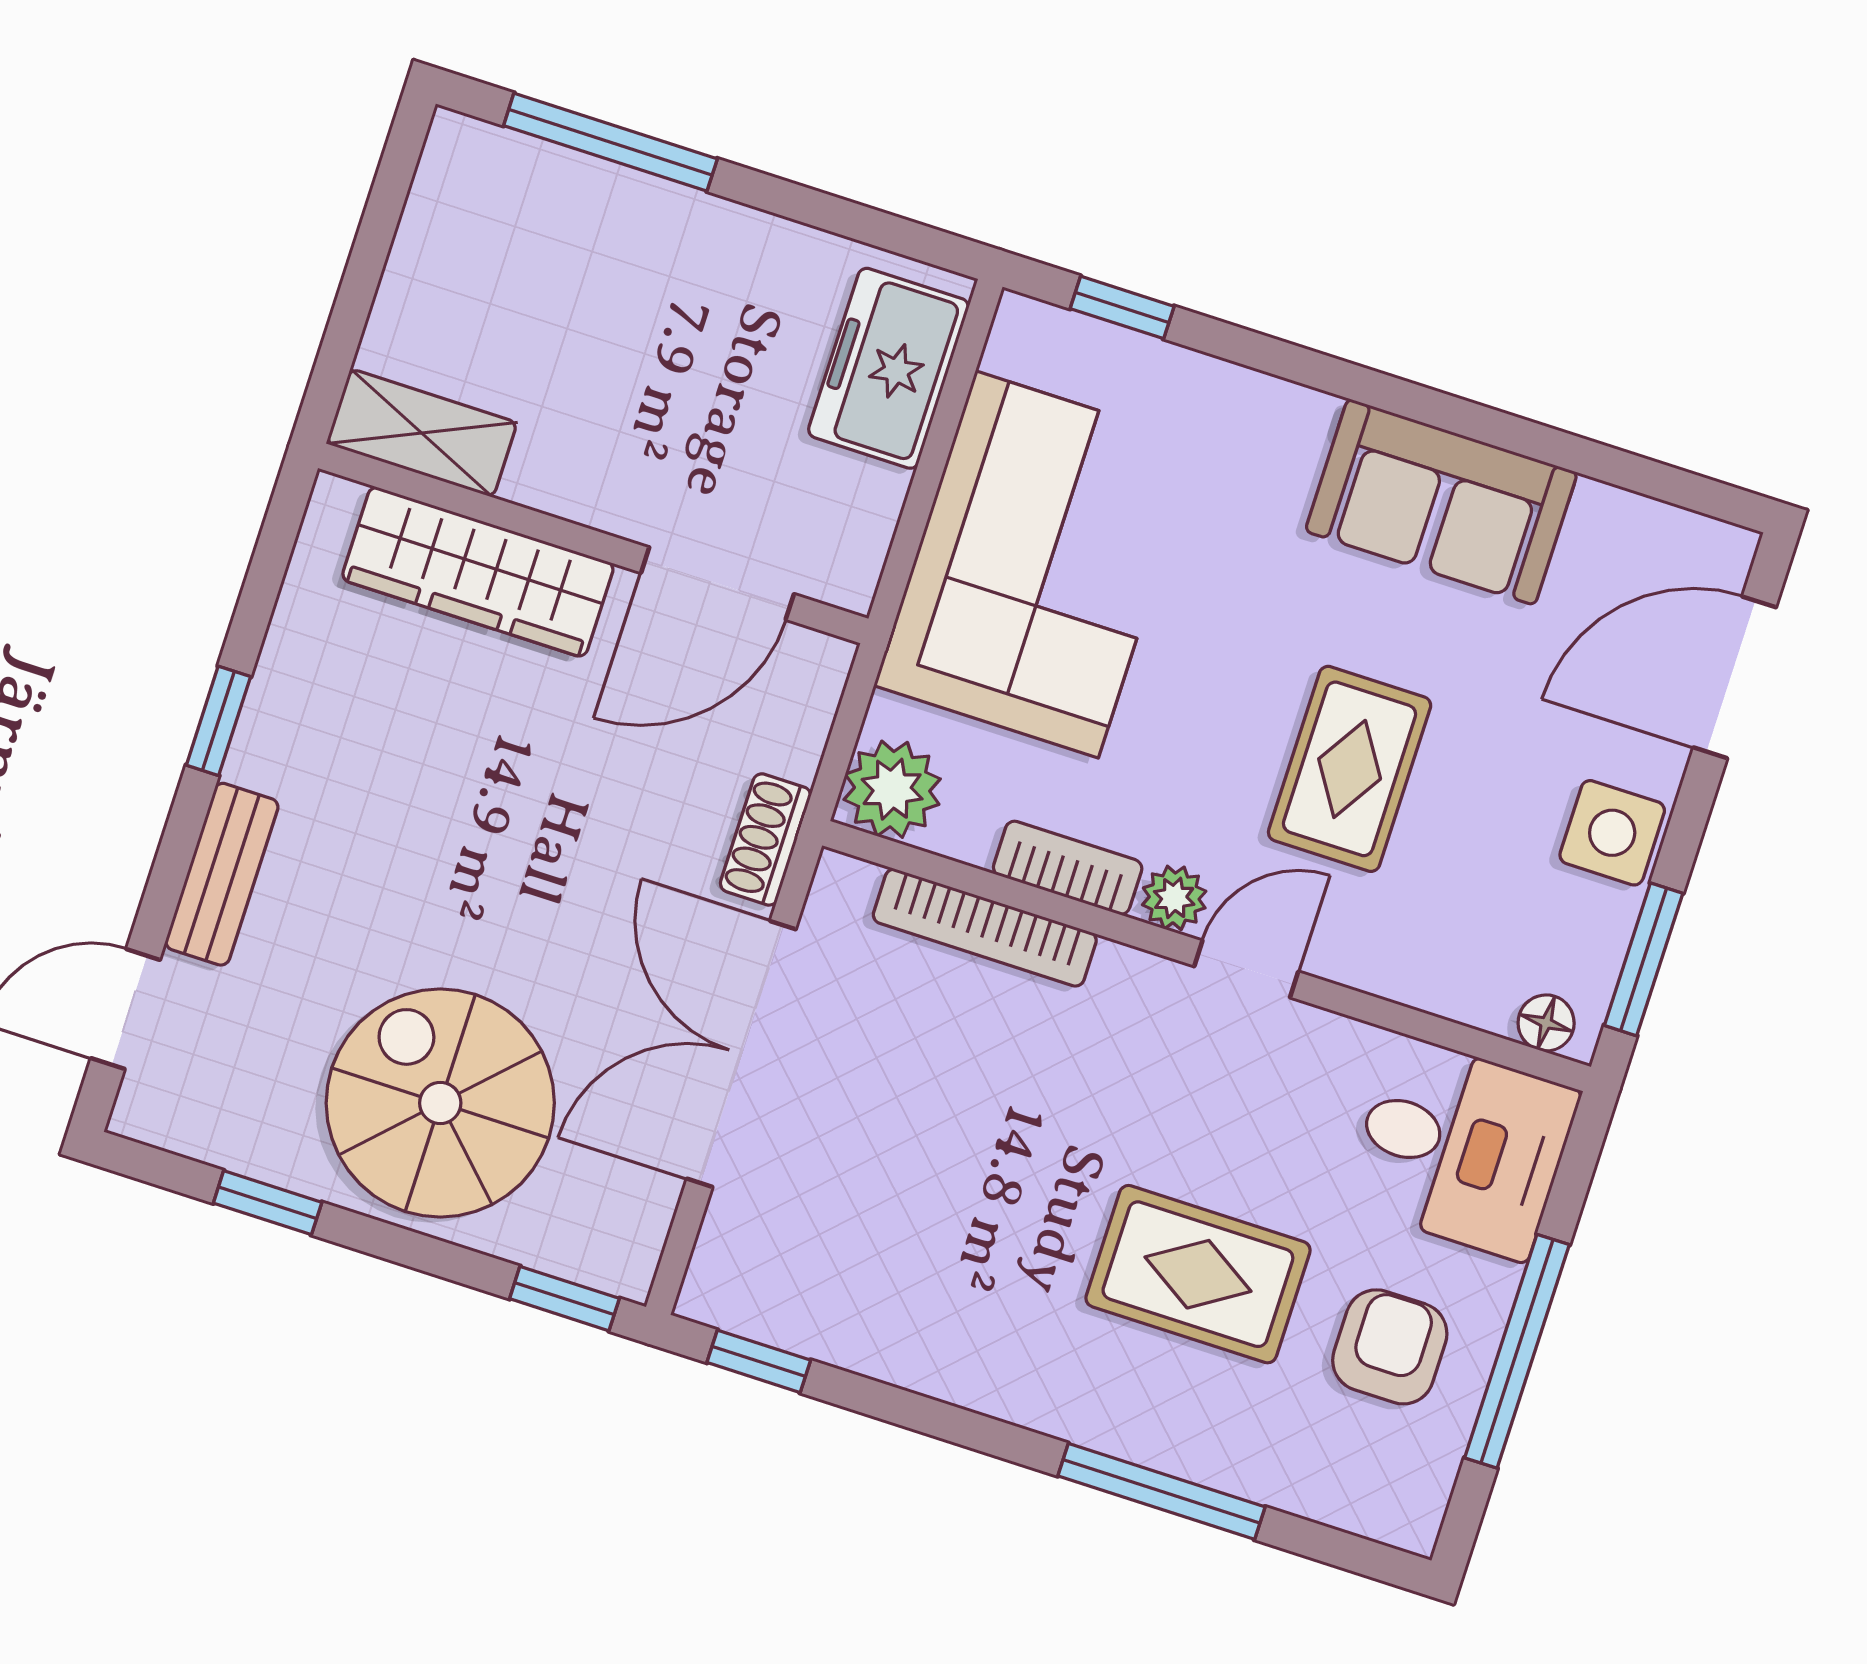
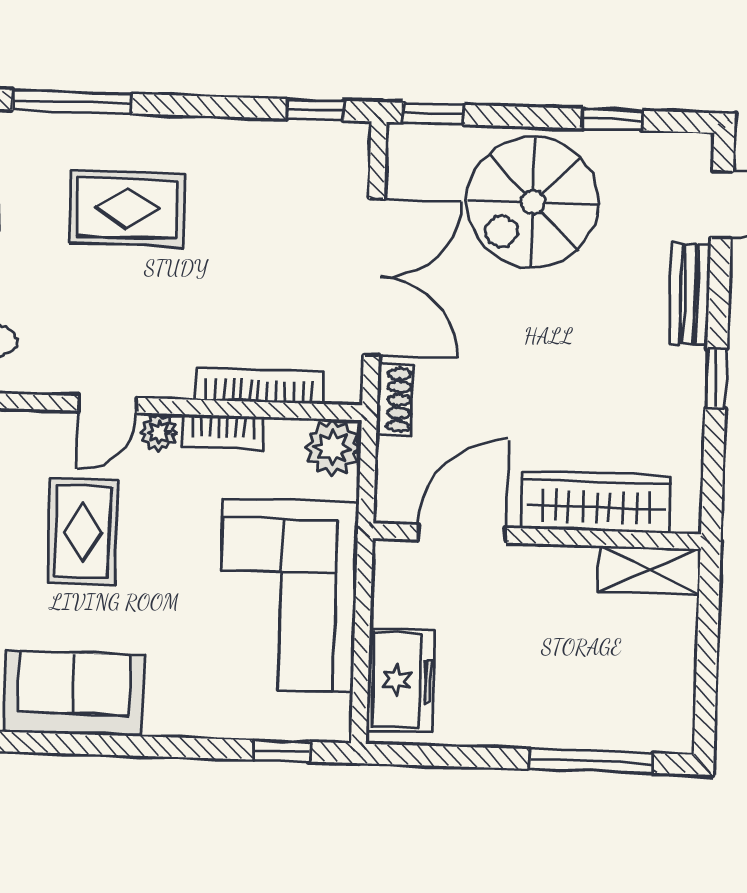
spiral stairs: (440, 1103) -> (533, 202), turned 90
rug: (1198, 1274) -> (127, 208), moved

